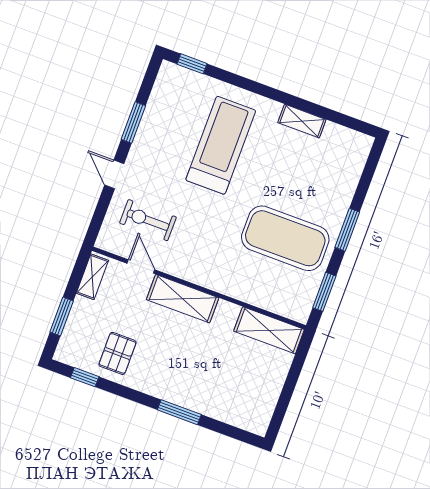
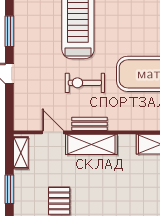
exercise bike: (148, 220) -> (85, 83), moved
bench: (190, 273) -> (90, 124), added

